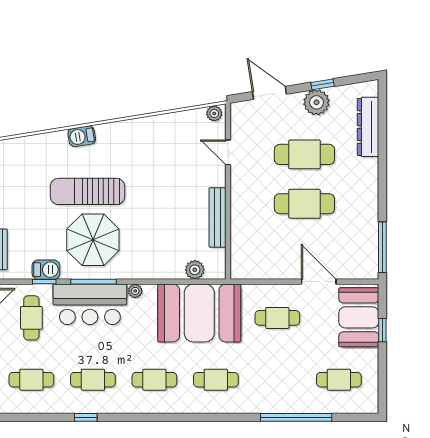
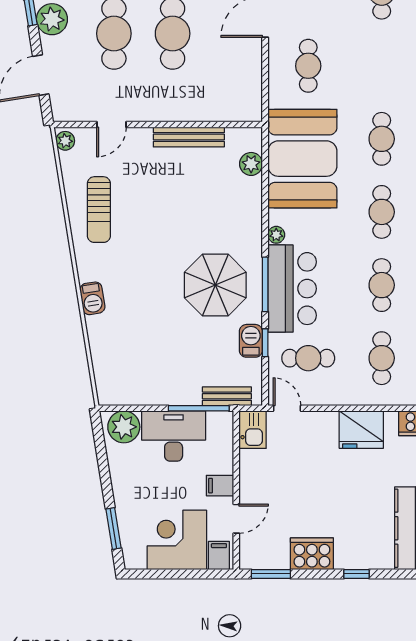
sun lounger: (87, 191) -> (99, 210), moved, width x0.73, depth x0.75

